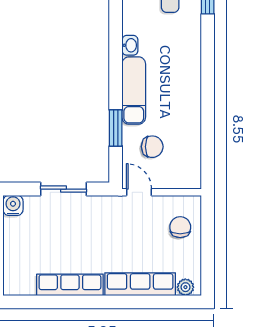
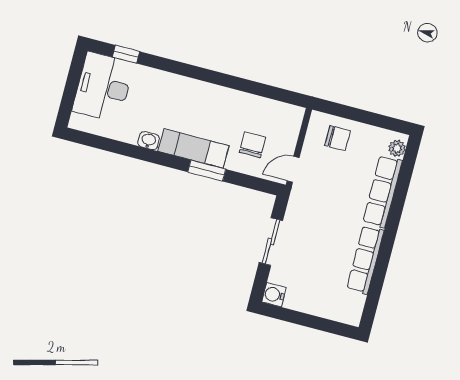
window: (116, 128) -> (207, 171), moved
chair: (180, 227) -> (338, 138), turned 180

